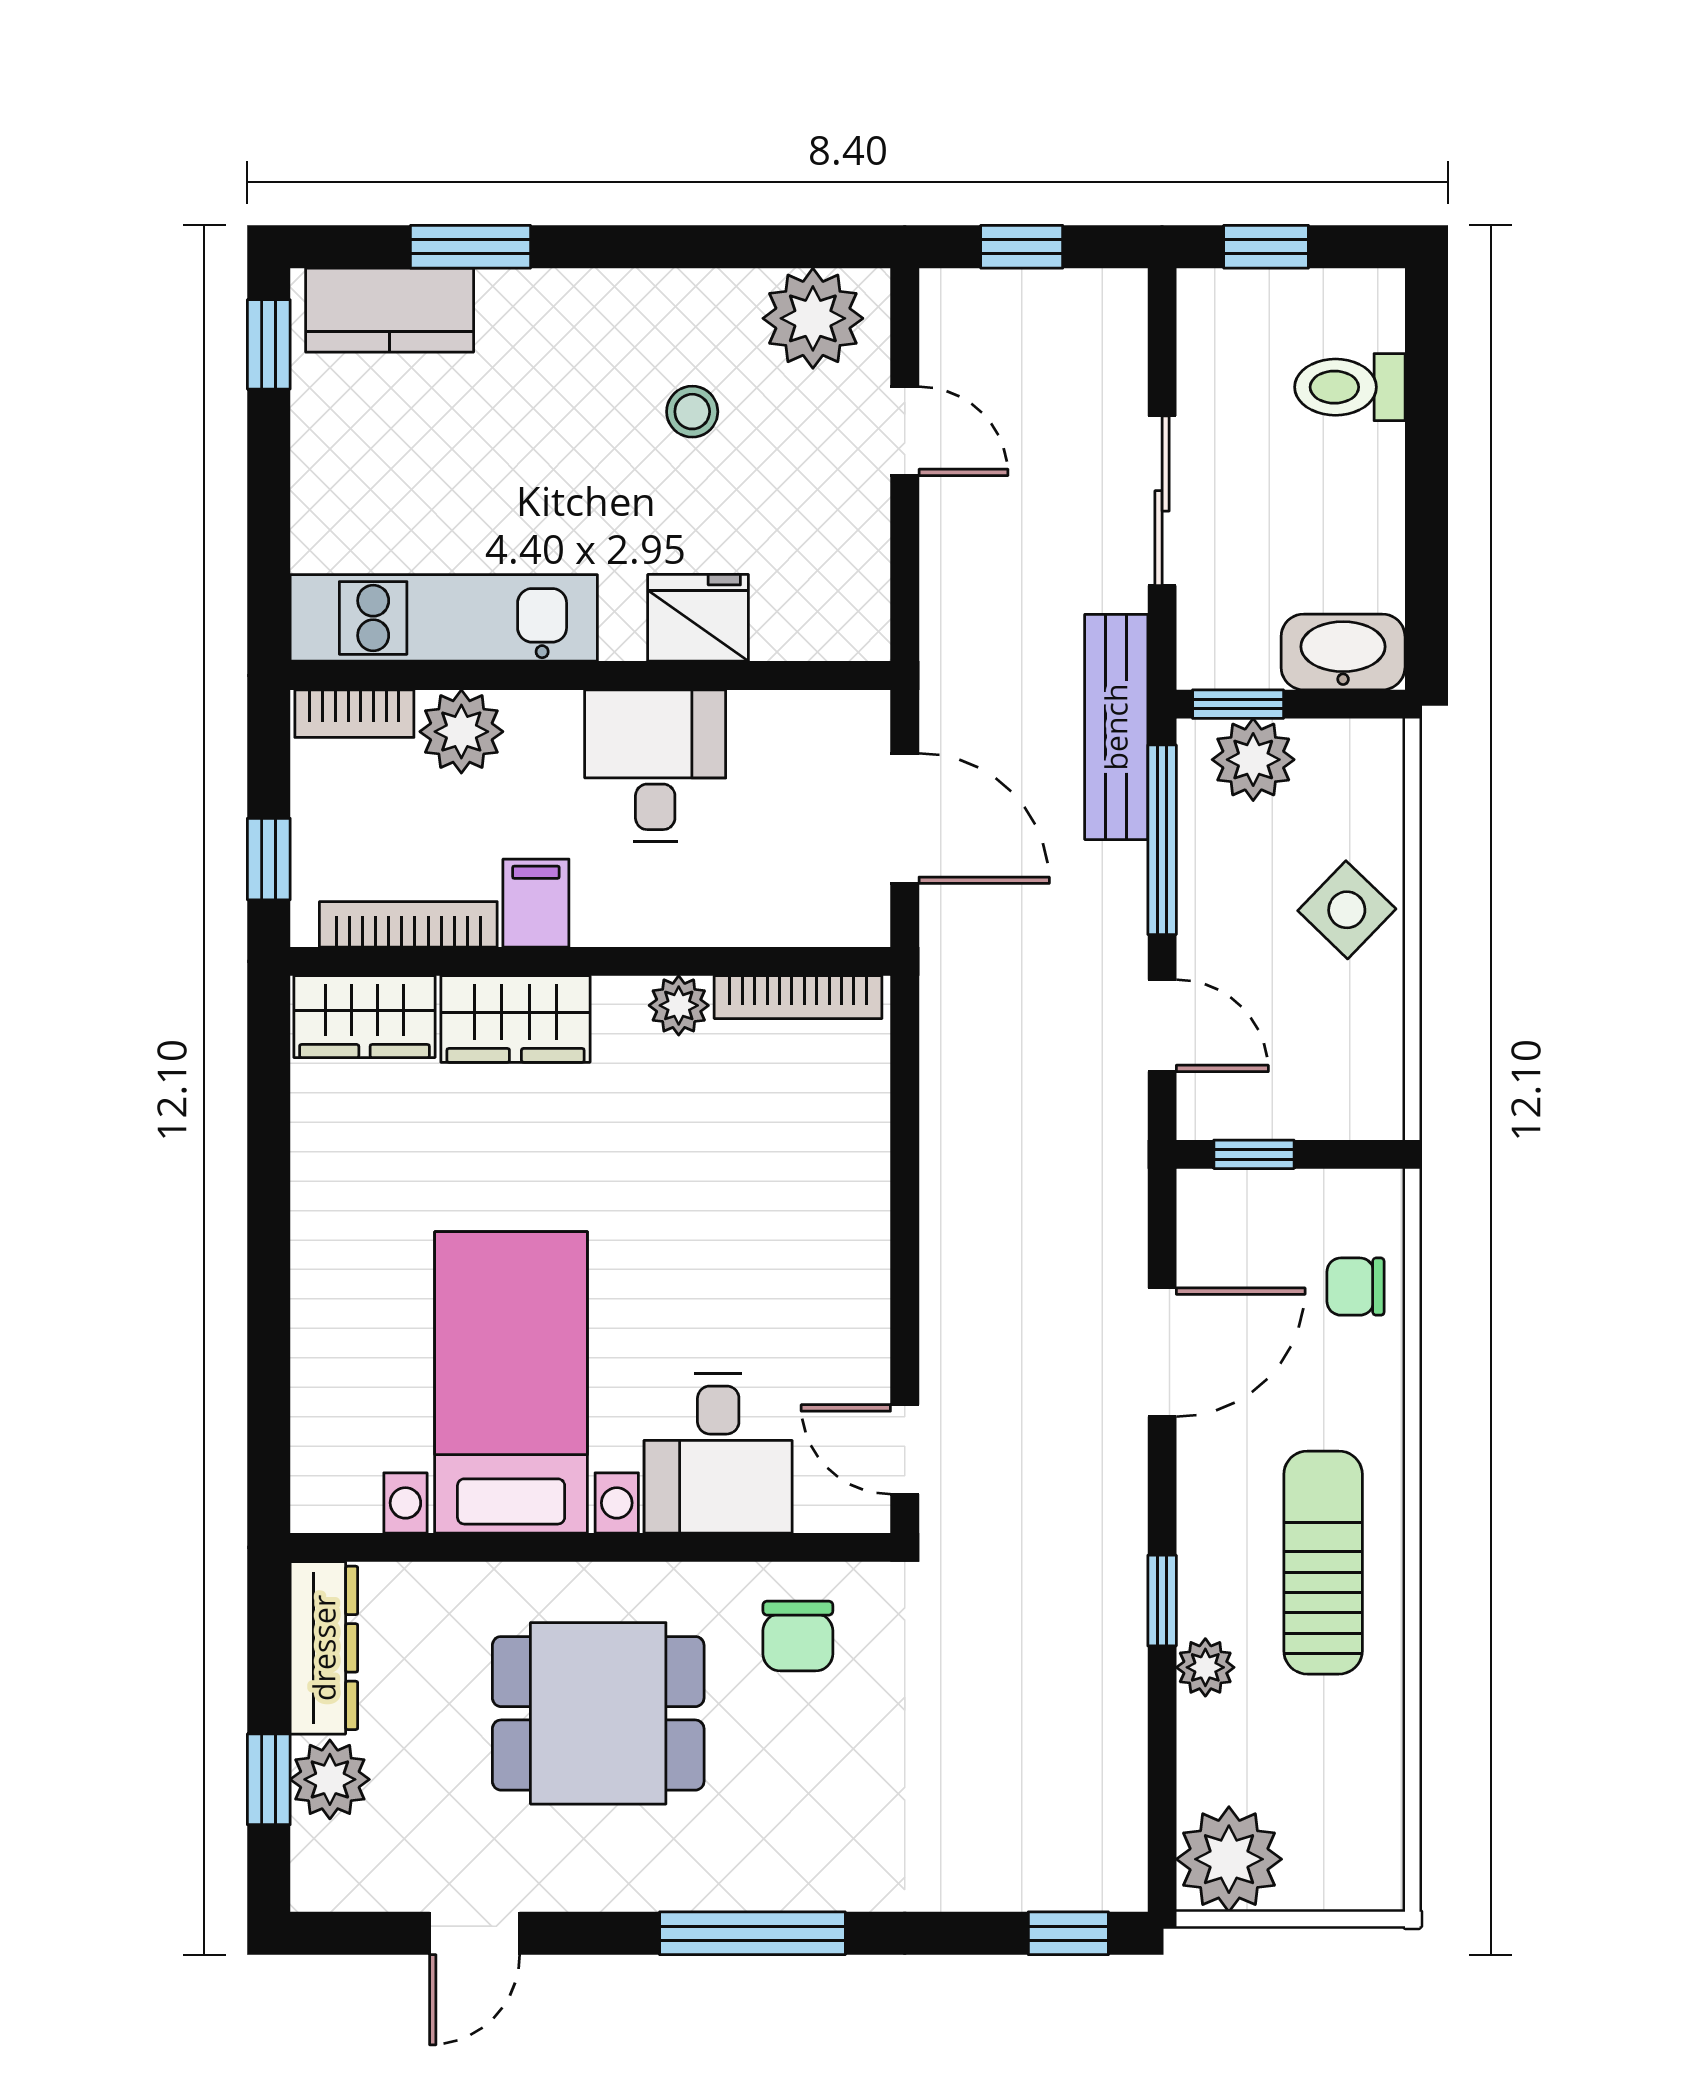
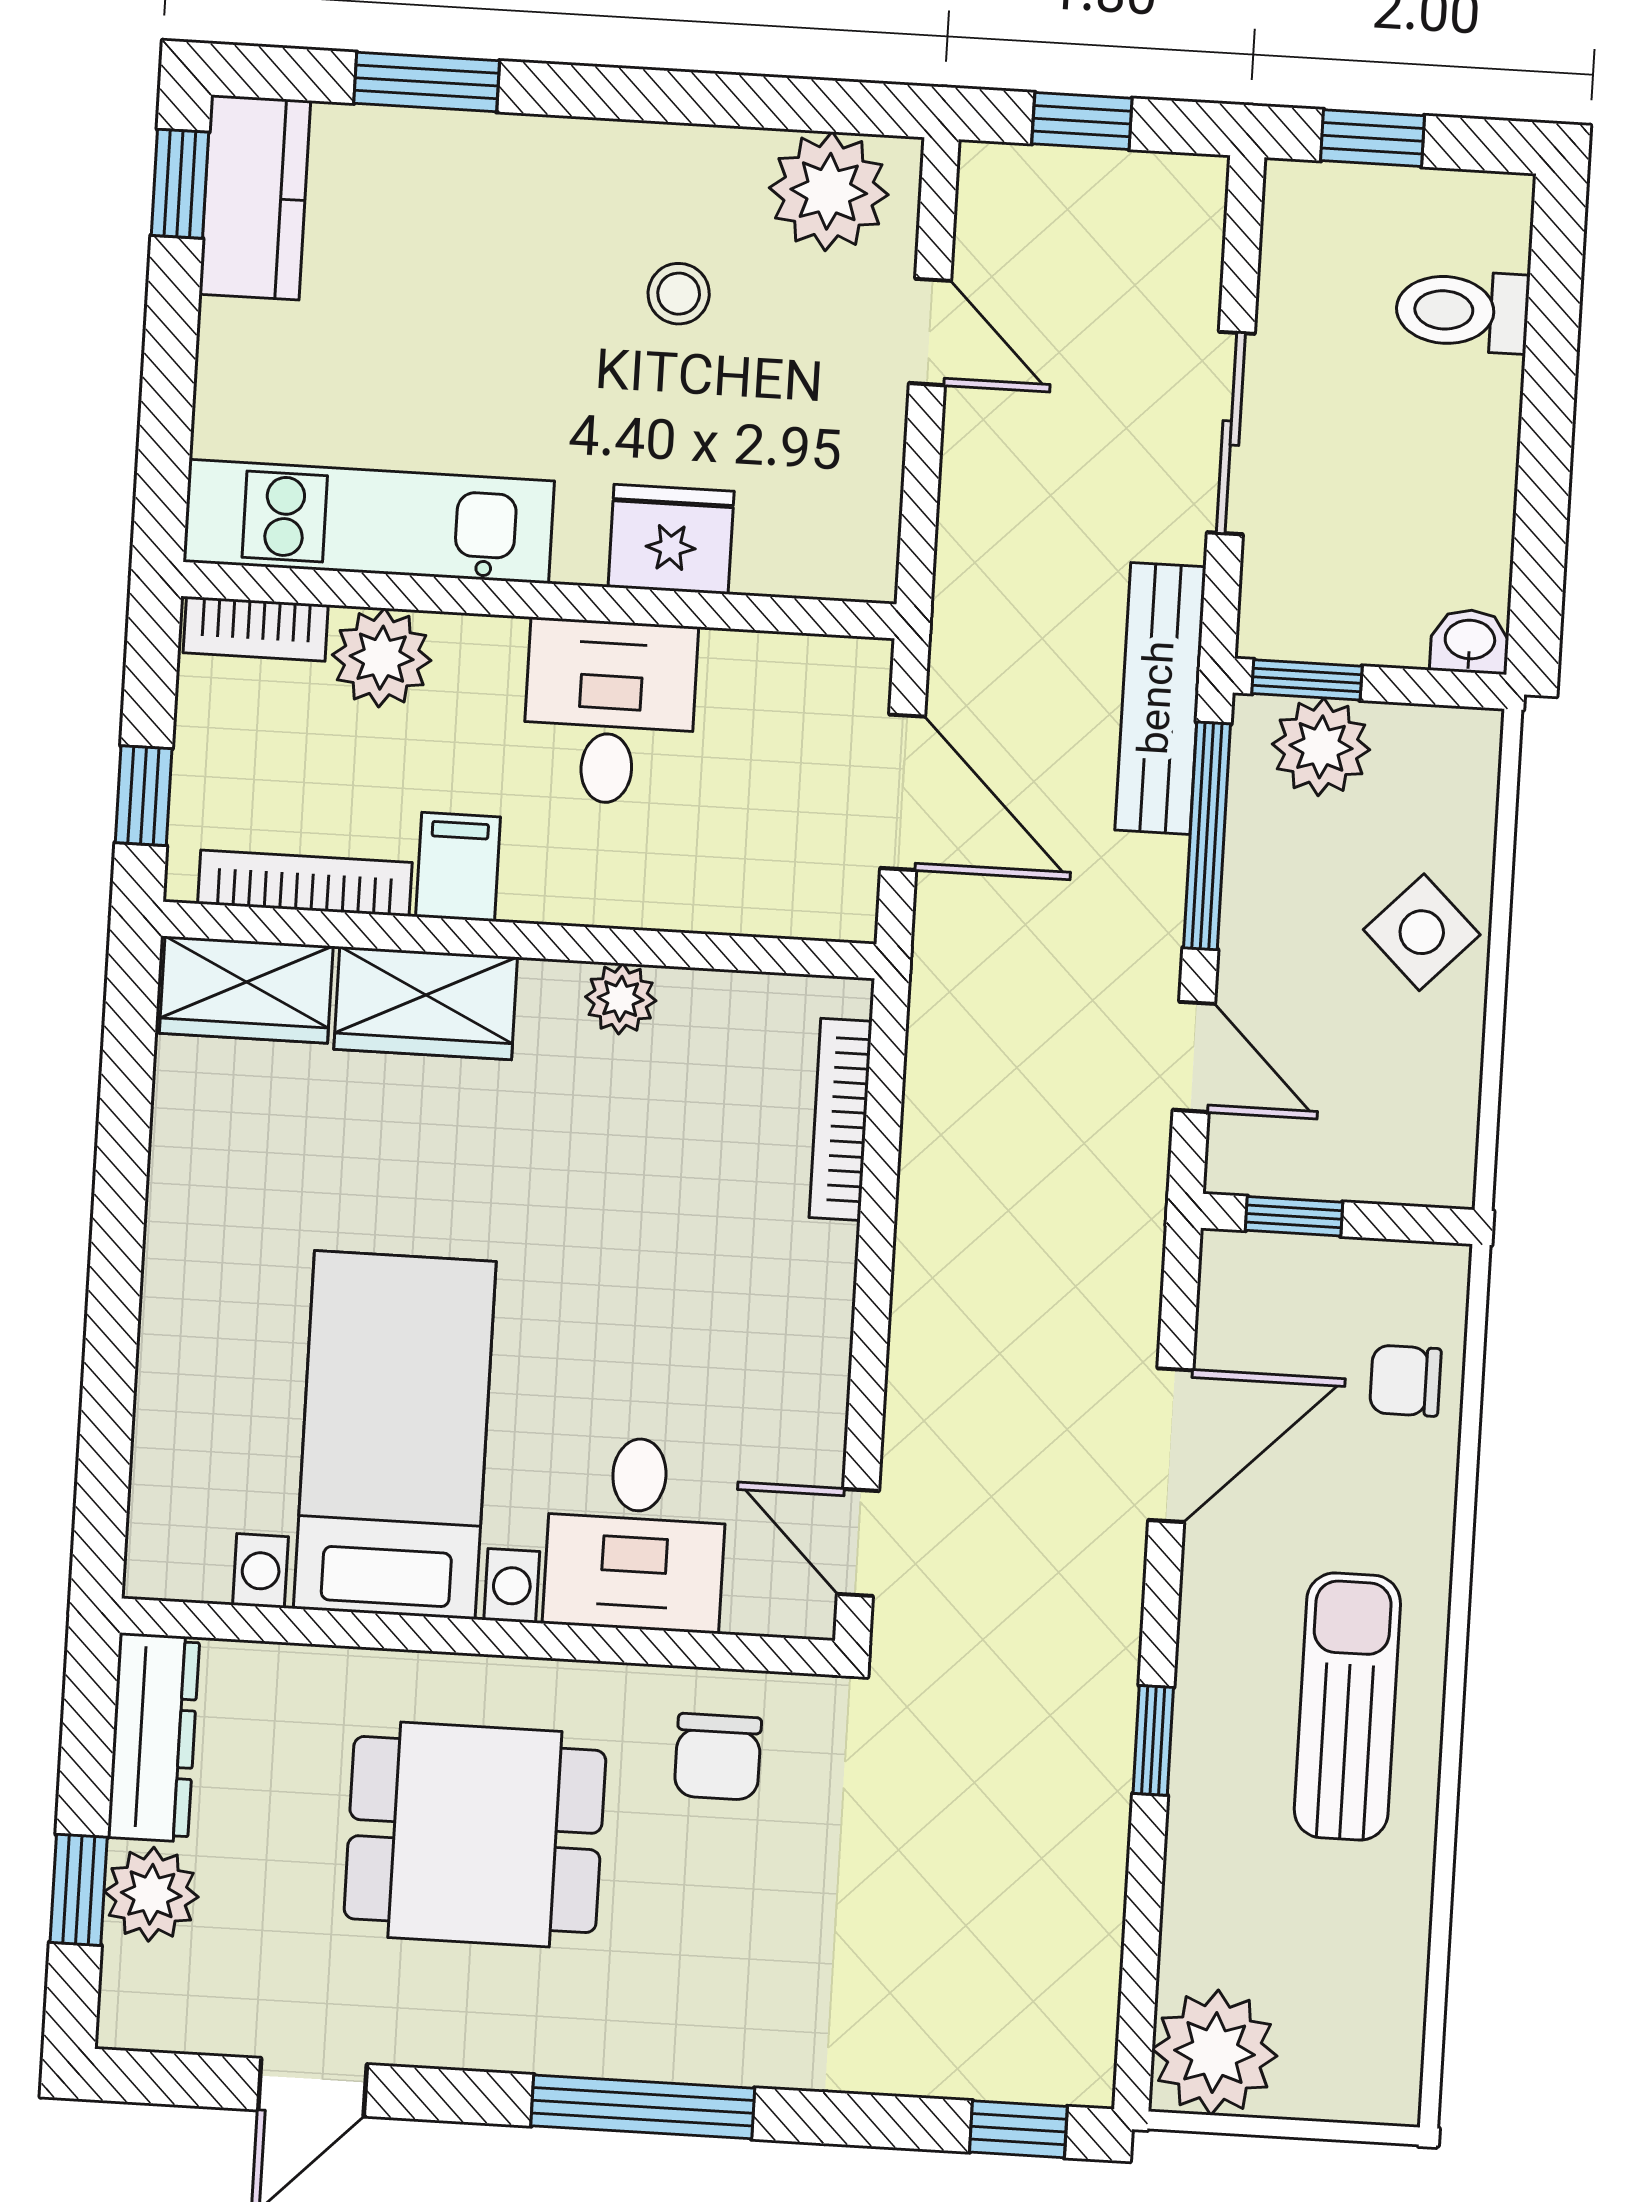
kitchen counter: (390, 310) -> (255, 197), moved, turned -90
washbasin: (1343, 652) -> (1470, 641), width x0.52, depth x0.69
bookcase: (798, 997) -> (841, 1119), moved, turned 90
plant: (1205, 1667) -> (1200, 1823), removed

